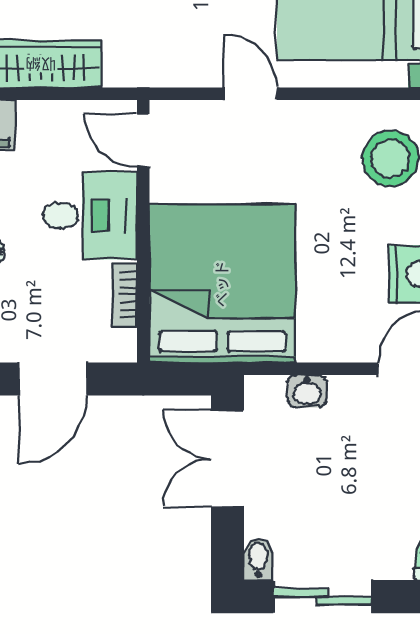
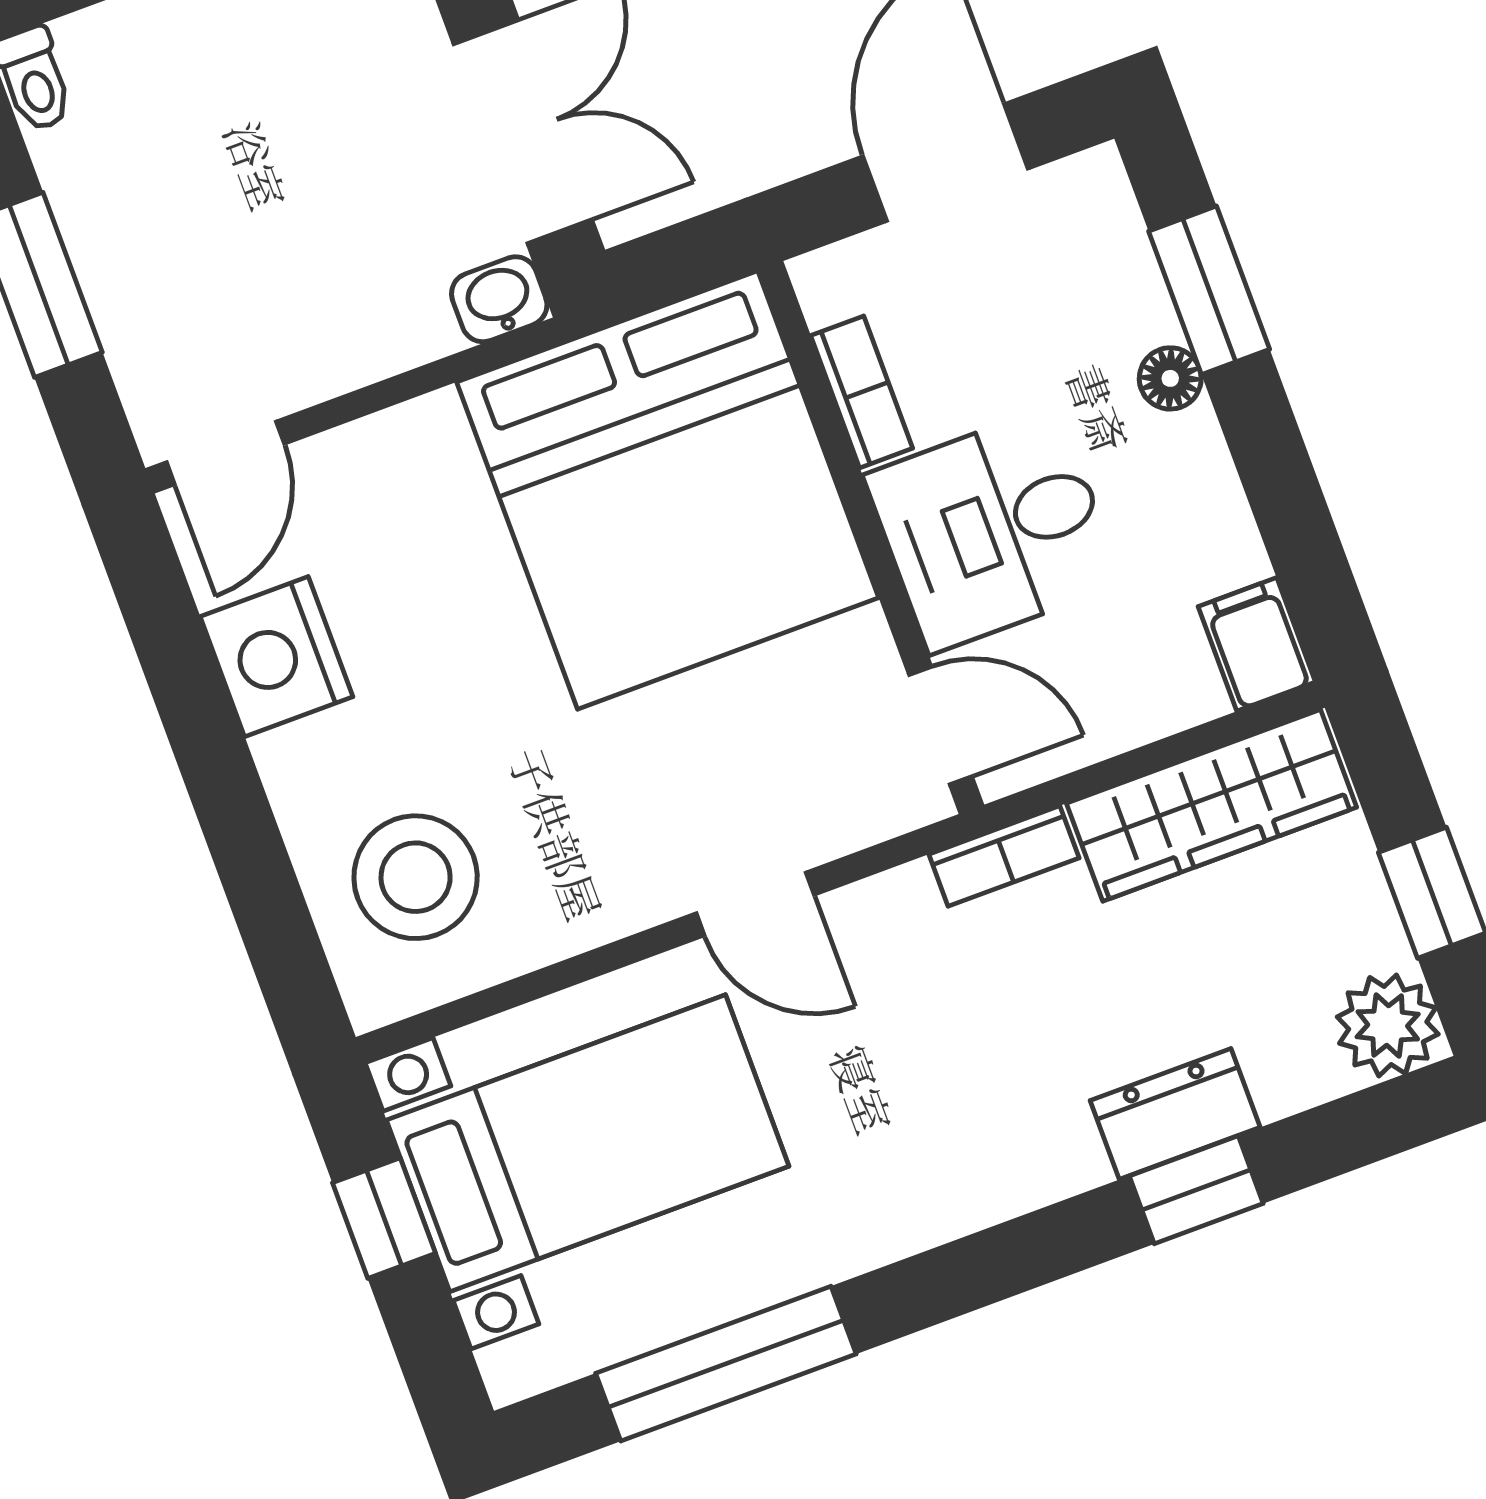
bookcase: (137, 75) -> (1004, 856), added
washbasin: (307, 391) -> (499, 299), moved

